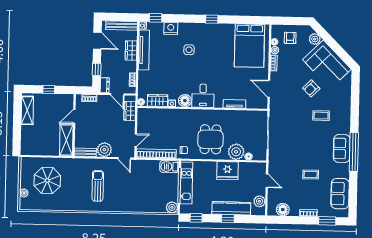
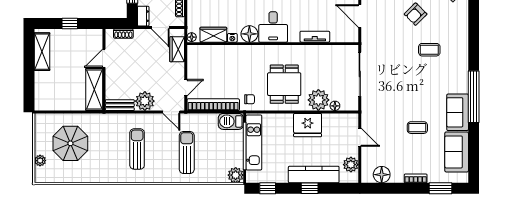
sofa: (342, 148) -> (458, 112), moved
sun lounger: (135, 189) -> (187, 152), added

